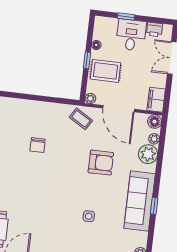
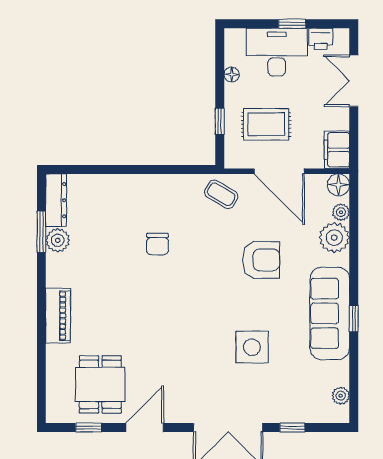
window: (126, 16) -> (292, 24), moved
desk: (131, 35) -> (277, 52), width x1.37
window: (87, 60) -> (220, 121), moved
rug: (106, 71) -> (266, 124), moved
plant: (90, 98) -> (232, 160), removed
side table: (89, 216) -> (252, 347), width x1.87, depth x1.87

